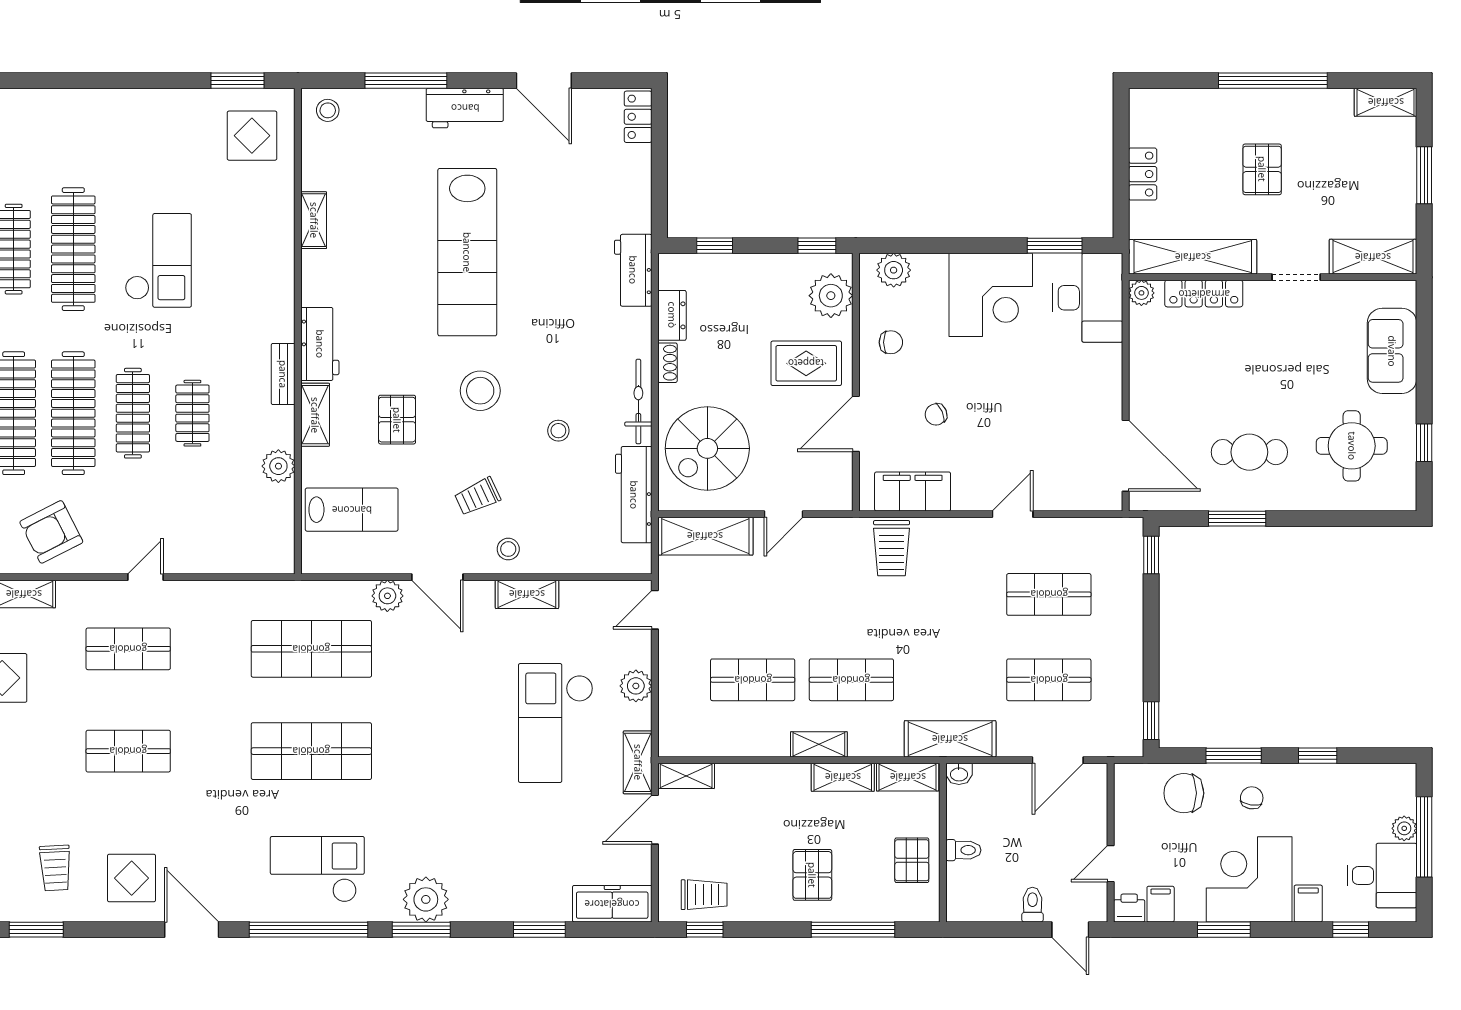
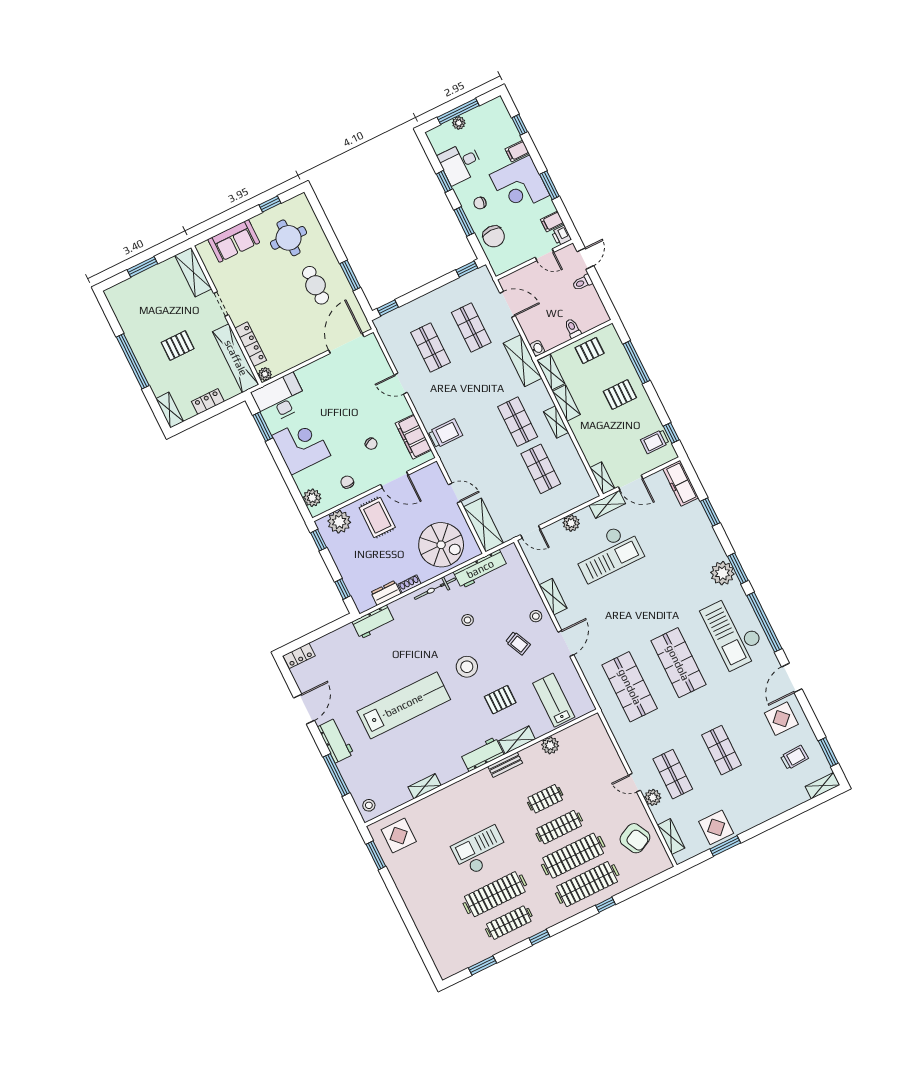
shelving: (1386, 102) -> (170, 410), moved
plant: (387, 596) -> (653, 797), moved
checkout: (317, 869) -> (733, 632), width x1.36, depth x1.21
desk: (1382, 876) -> (460, 163), moved, turned -90
trolley: (704, 895) -> (655, 442), turned -90

